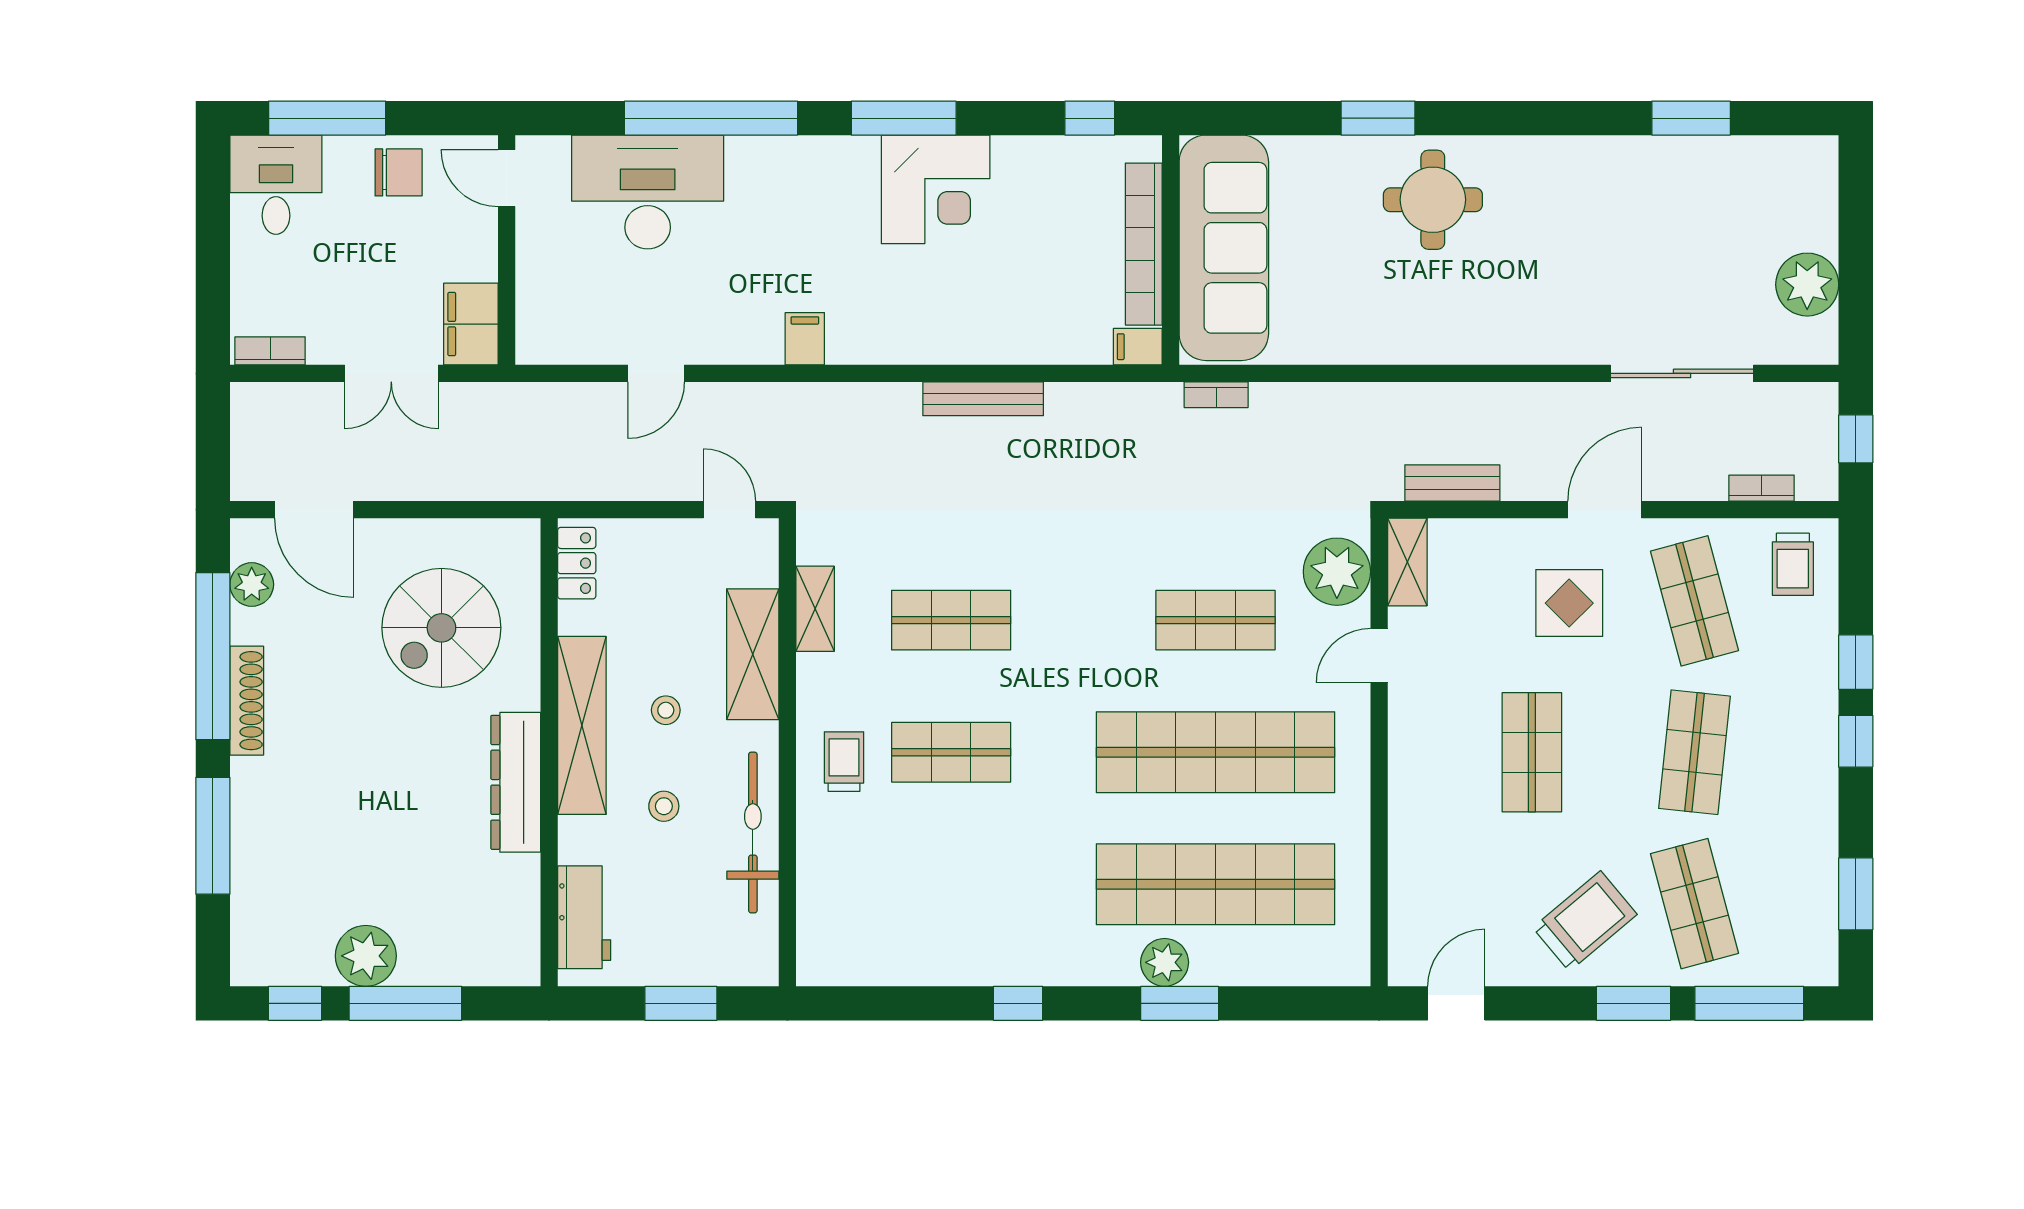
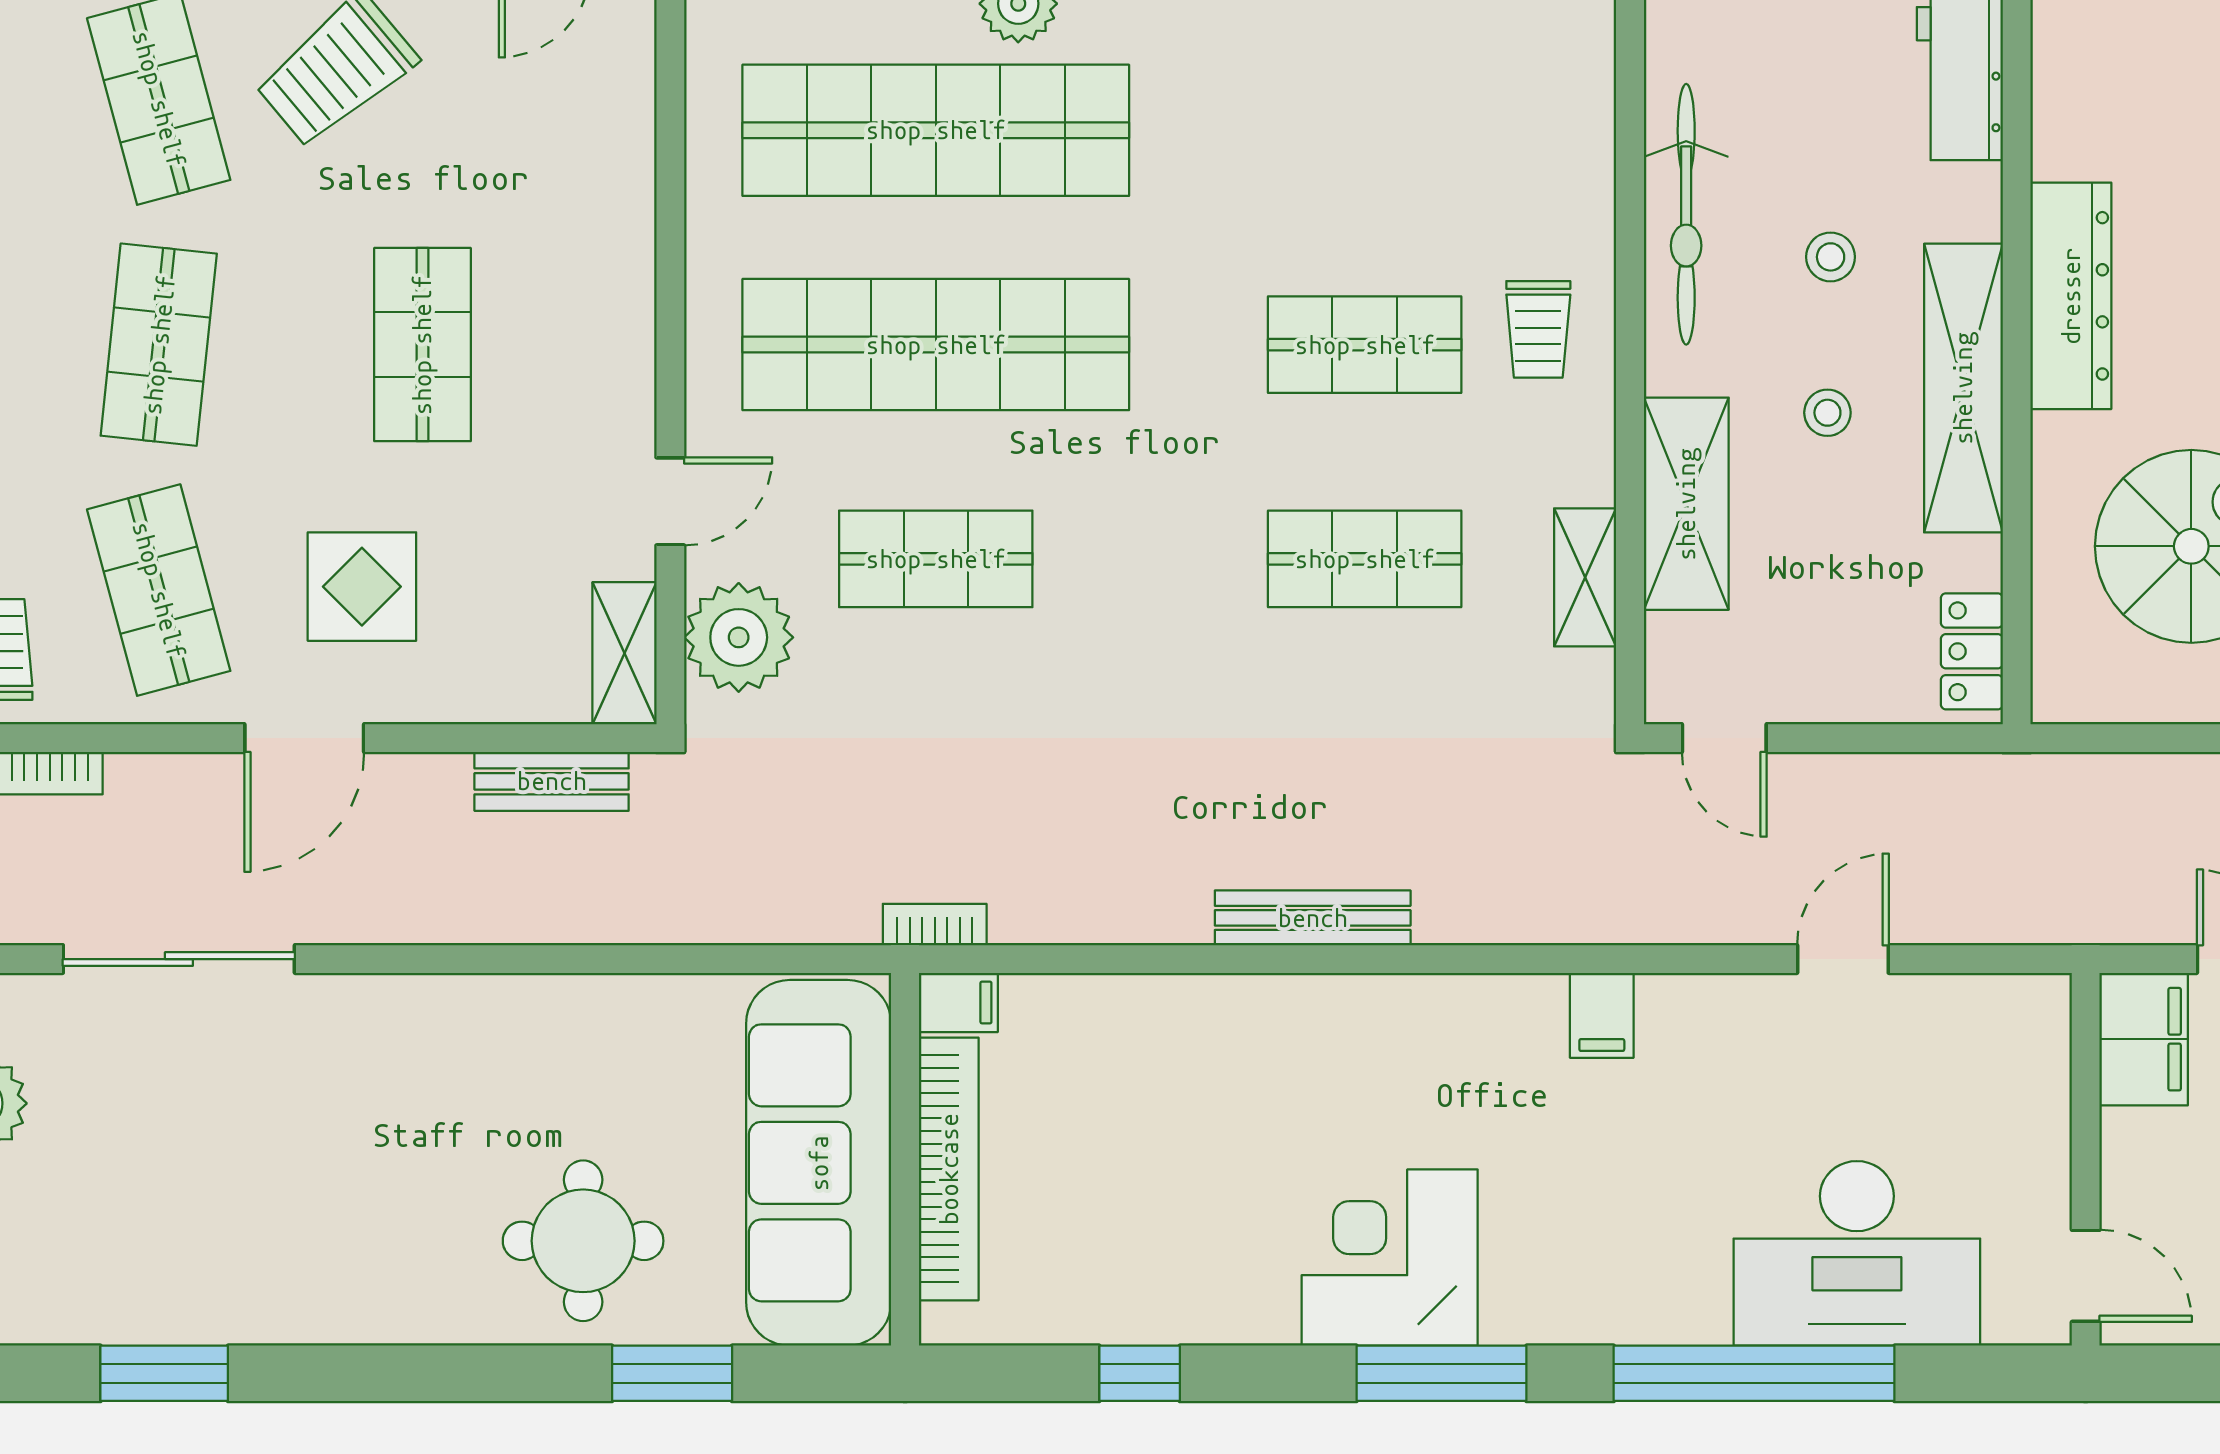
bookcase: (1144, 244) -> (949, 1169), moved
sofa: (1224, 248) -> (819, 1163), moved
wall: (1171, 250) -> (905, 1159), moved
filing cabinet: (1138, 347) -> (958, 1002), moved

